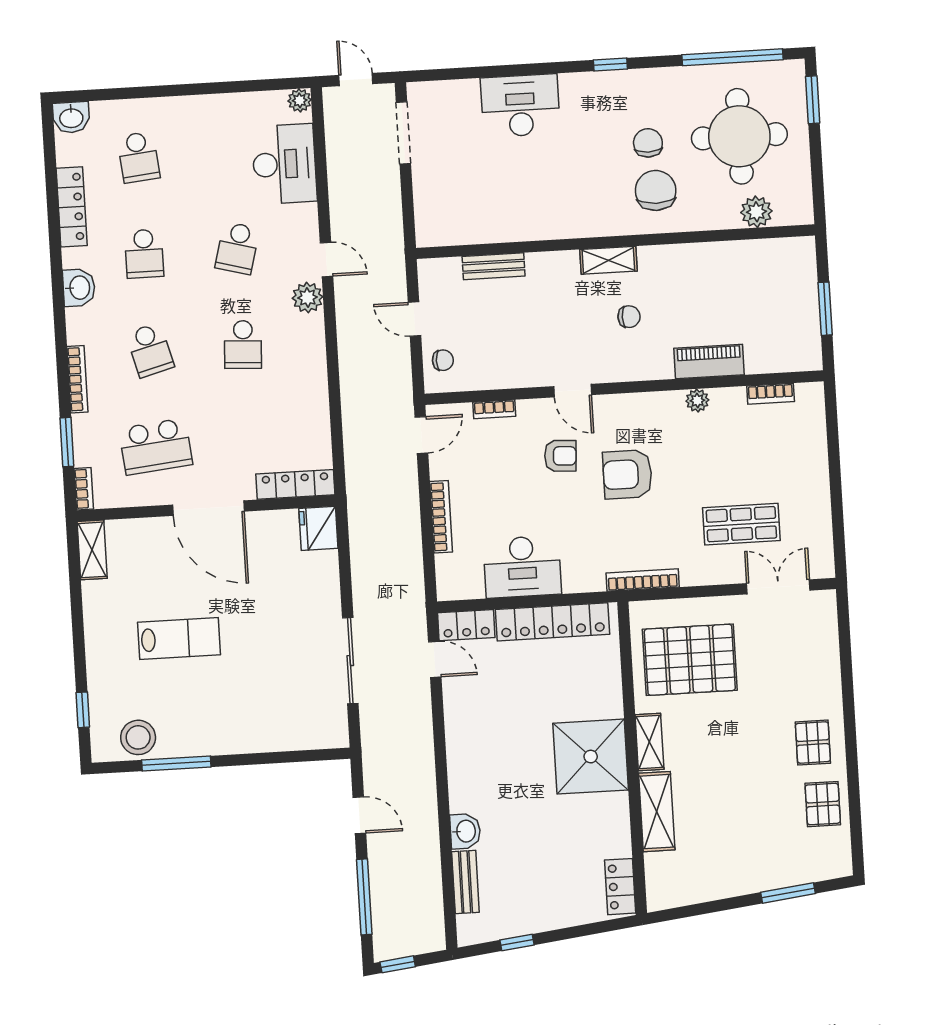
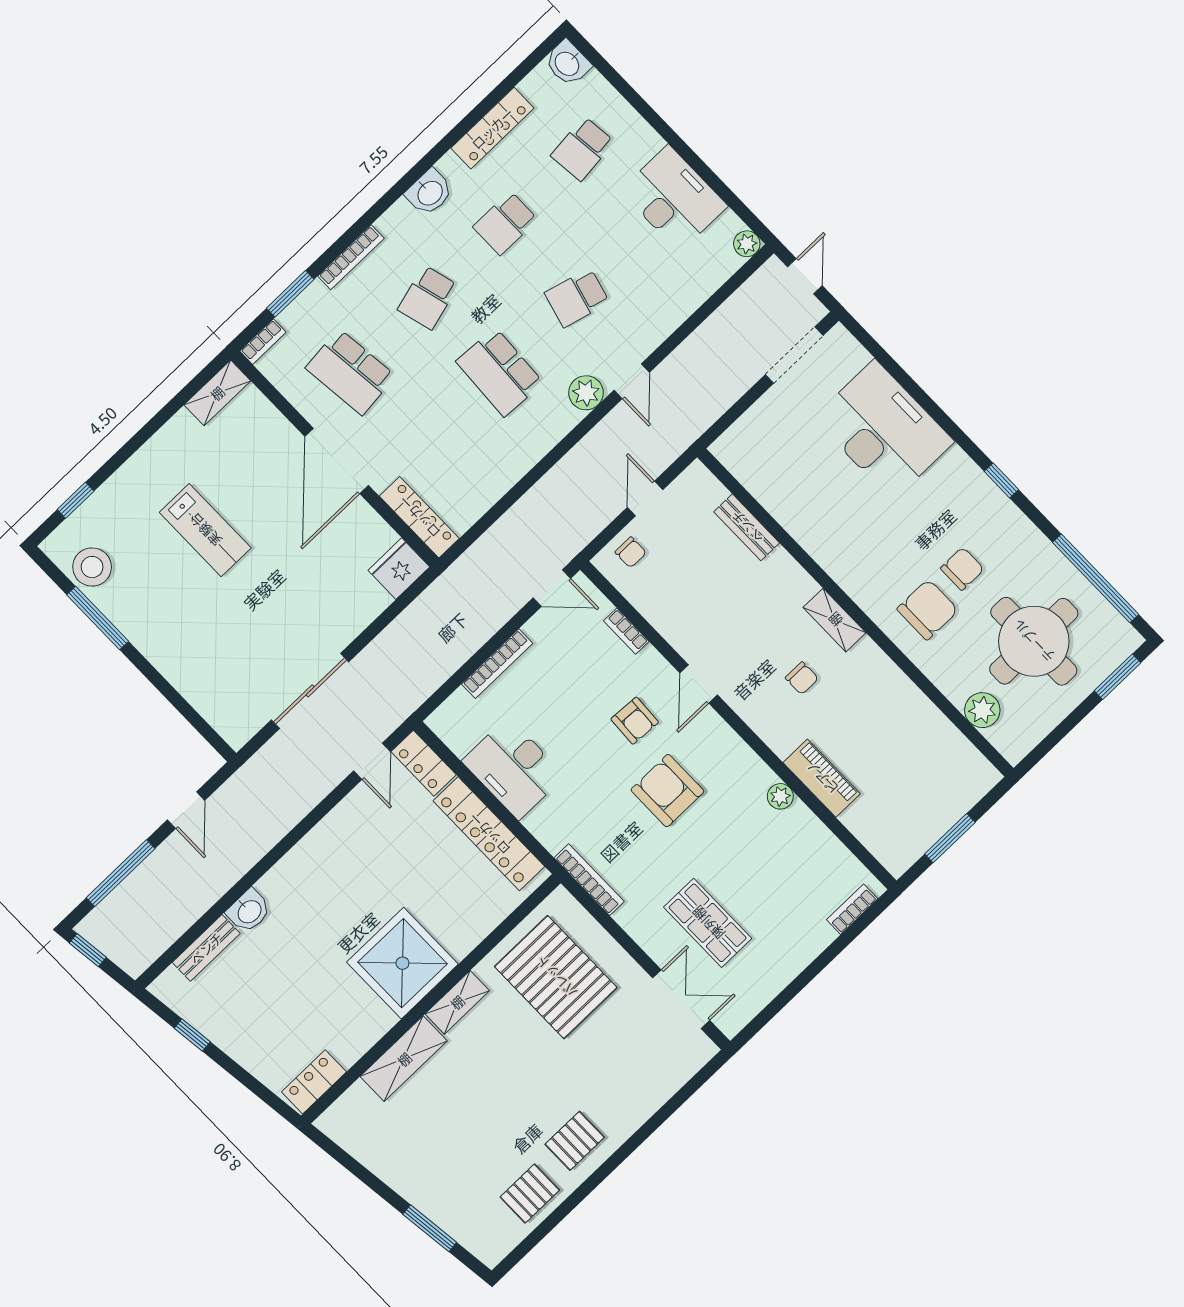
desk: (520, 106) -> (884, 430), width x1.36, depth x1.30
desk: (284, 164) -> (674, 198), moved, turned -90
school desk: (243, 345) -> (500, 372), width x1.85
bookcase: (771, 394) -> (852, 909), moved, turned 90

